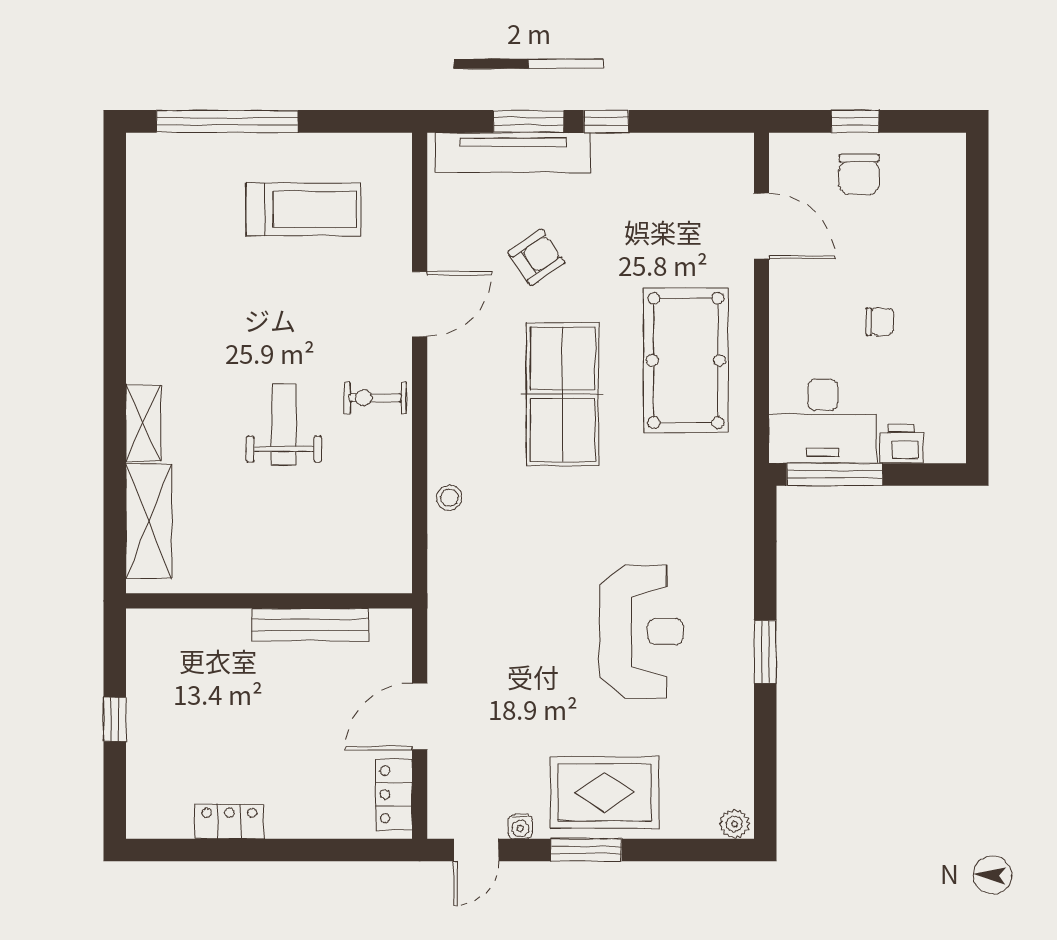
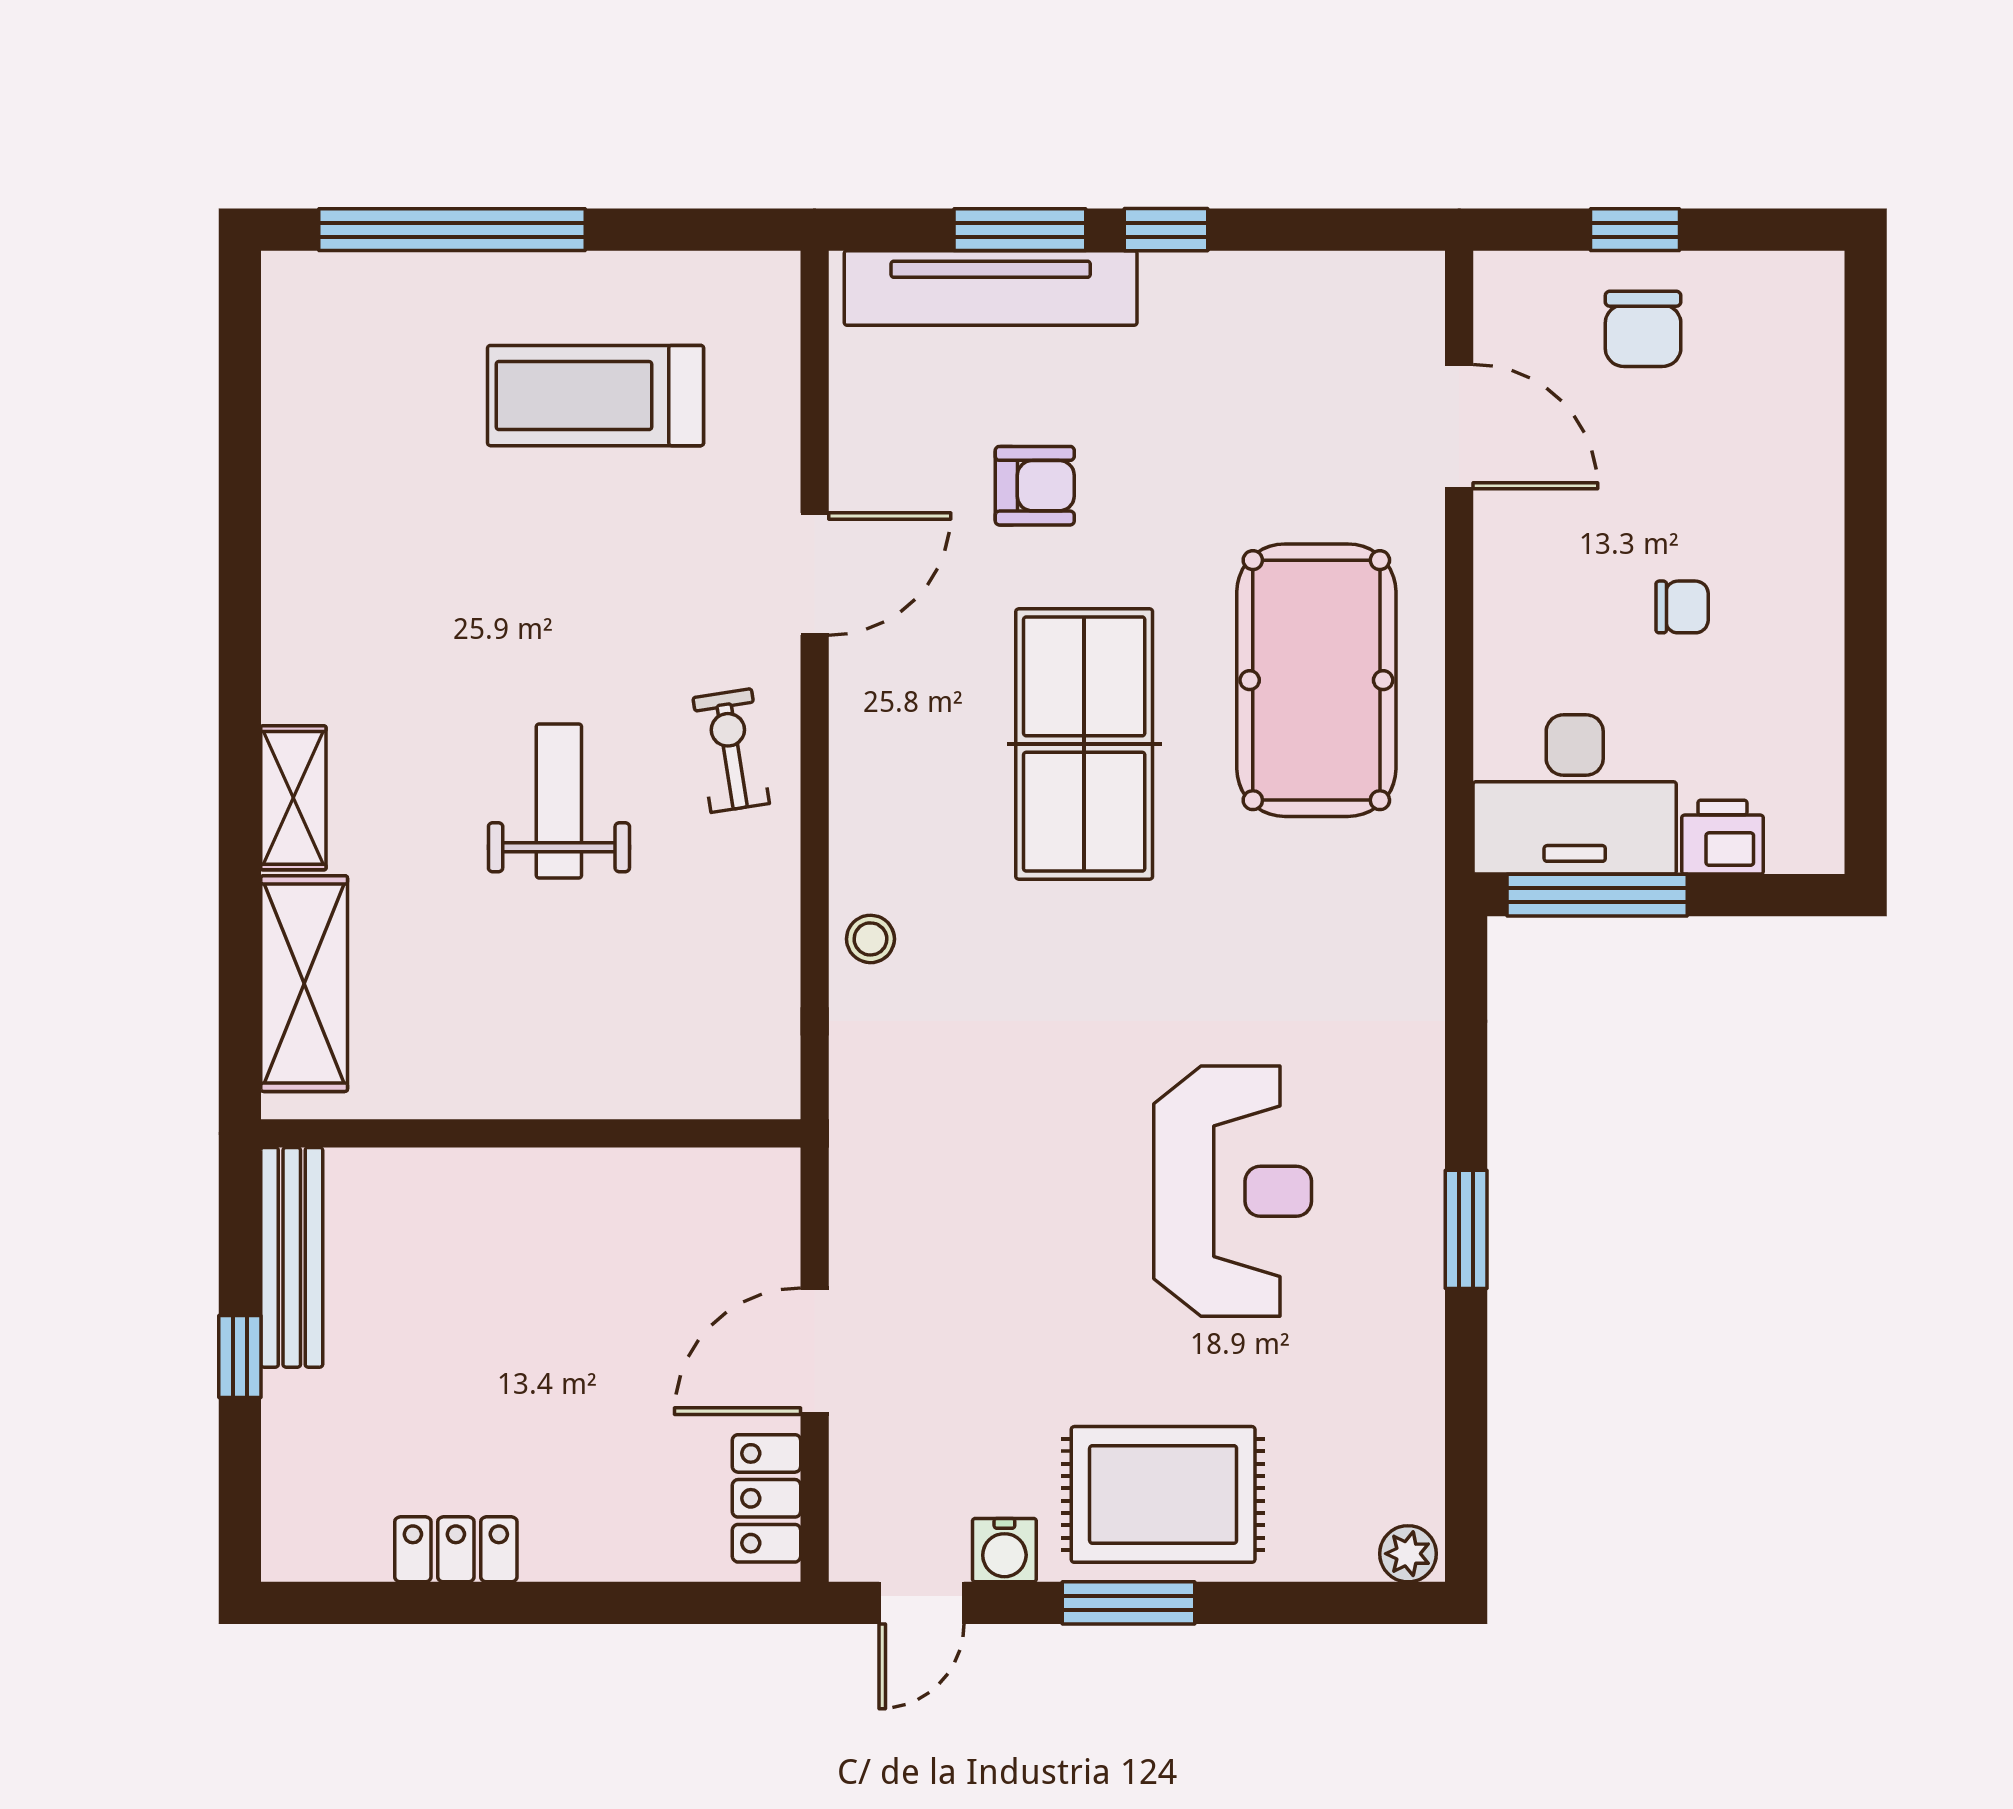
treadmill: (303, 209) -> (596, 396), turned 180
armchair: (536, 257) -> (1035, 486), turned 34
exercise bike: (375, 398) -> (731, 751), turned 81
bench: (310, 625) -> (292, 1257), moved, turned 90
water cooler: (520, 827) -> (1004, 1550), width x1.38, depth x1.38

